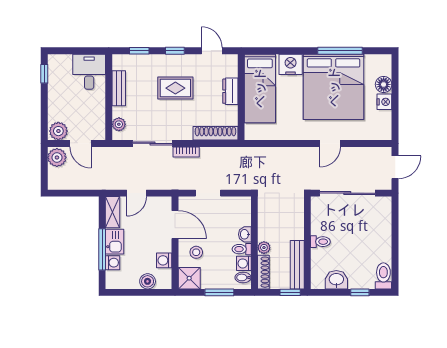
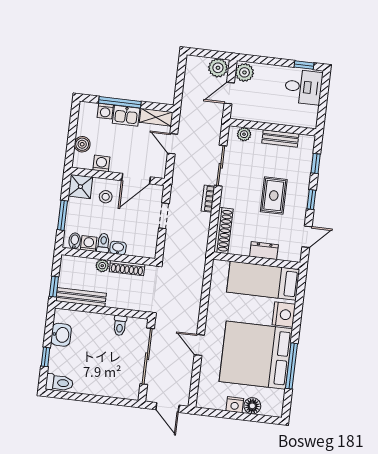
desk: (89, 72) -> (303, 87), moved
toilet: (320, 242) -> (120, 325), moved
shoe rack: (263, 272) -> (127, 268), moved

